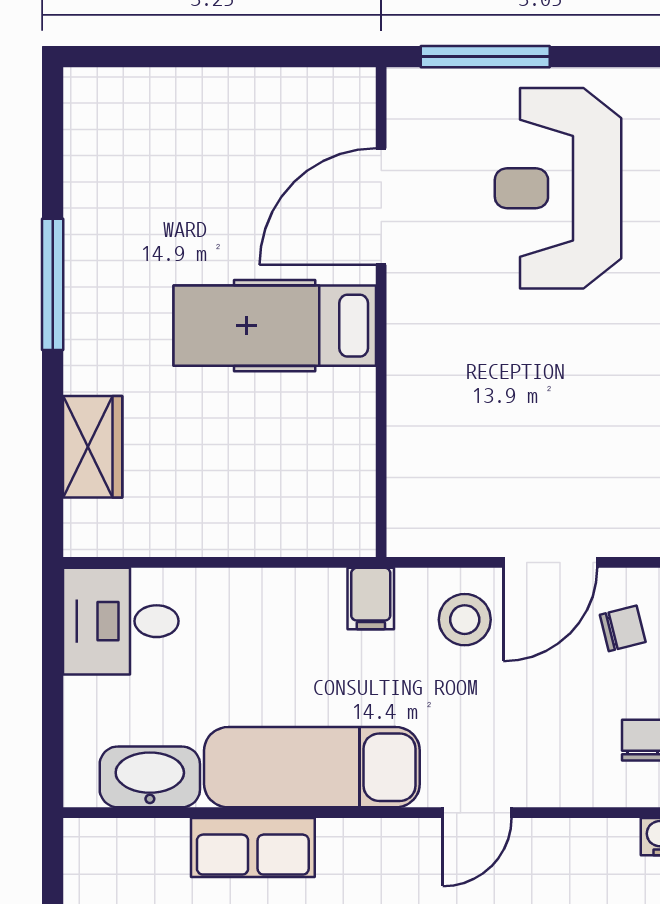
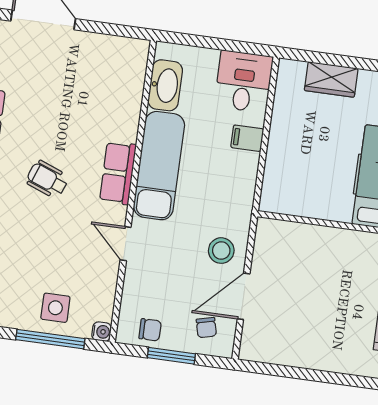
door: (550, 562) -> (244, 296), hinge flipped
filing cabinet: (371, 599) -> (247, 138), moved
row of seats: (253, 847) -> (118, 173), moved

